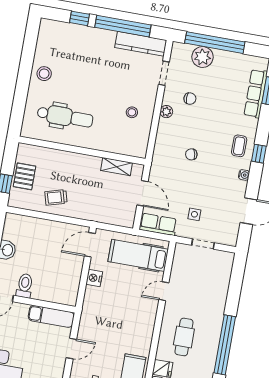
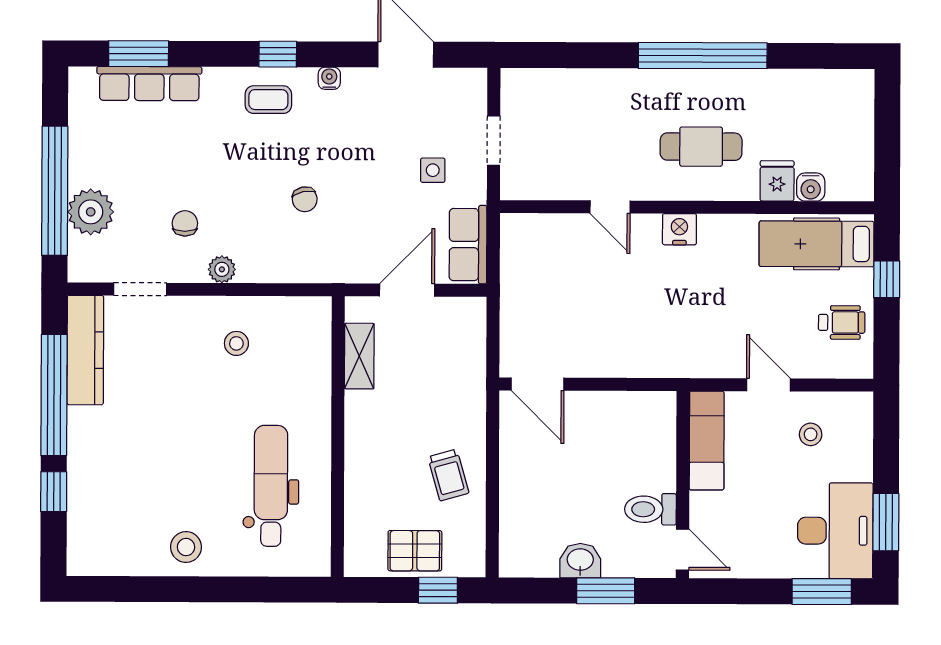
hospital bed: (138, 255) -> (543, 276), removed
nightstand: (94, 278) -> (679, 229), moved, turned 180
stool: (46, 364) -> (811, 434), added

